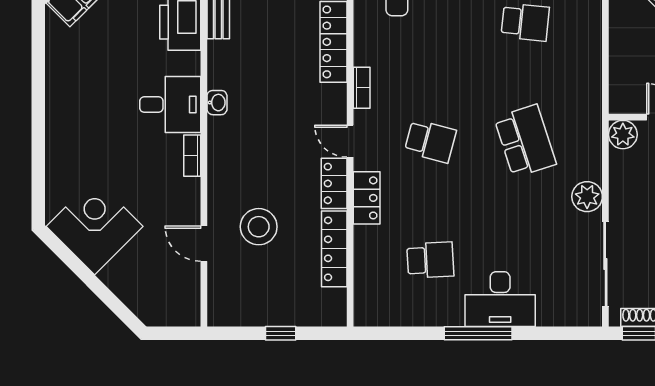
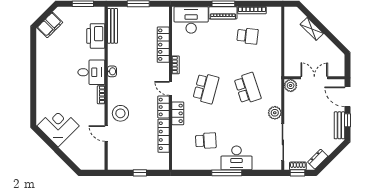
school desk: (430, 141) -> (206, 88), width x1.85
stool: (259, 227) -> (120, 113), moved

